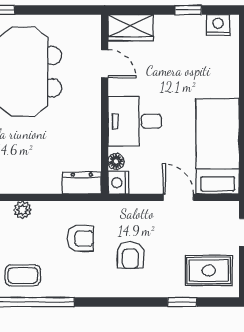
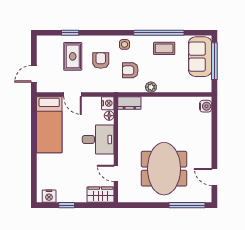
plant: (22, 210) -> (151, 87), moved
rug: (209, 271) -> (73, 56), moved, turned 90
side table: (90, 282) -> (124, 44), added

